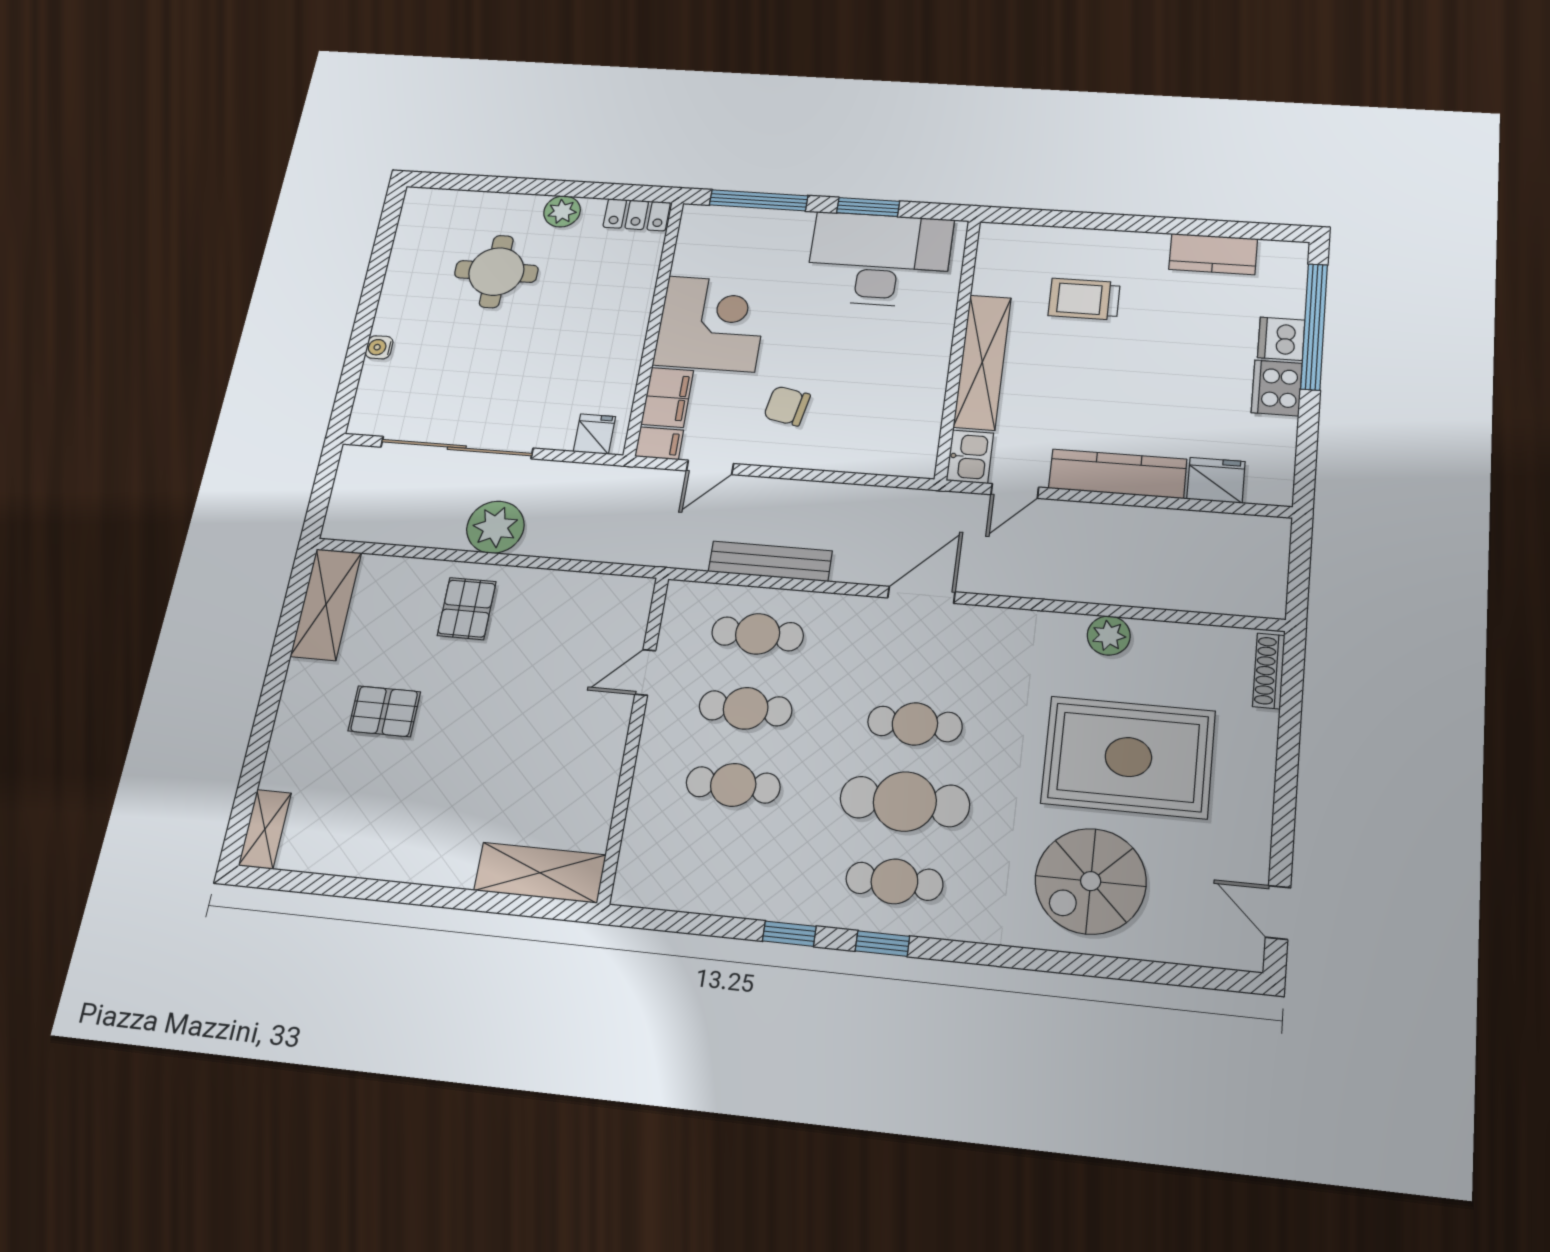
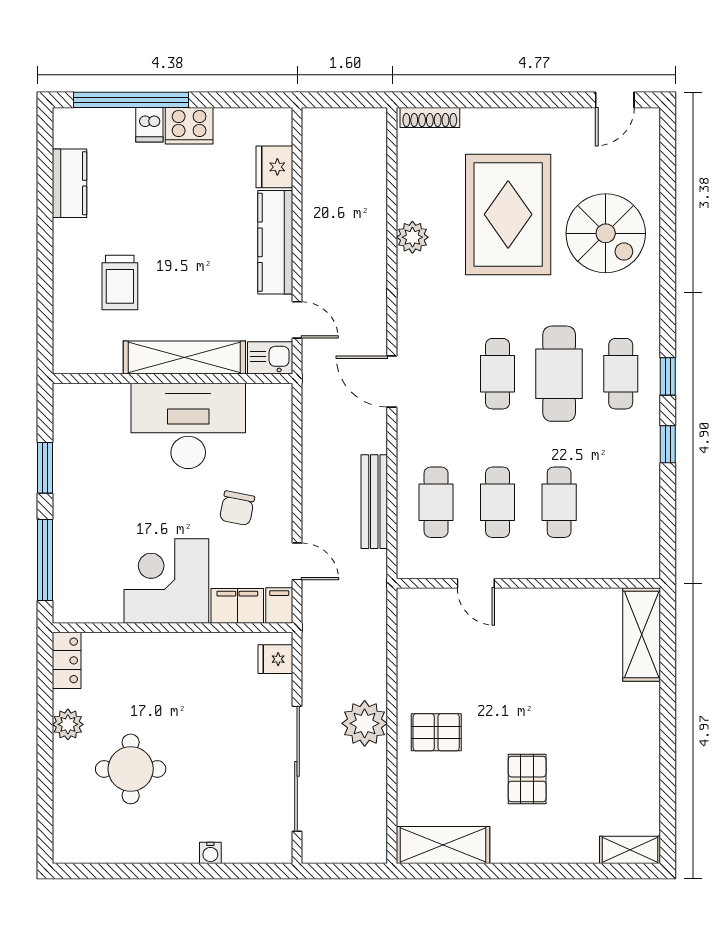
desk: (879, 260) -> (188, 426), moved, turned 90
dishwasher: (1281, 339) -> (149, 125), width x0.73

